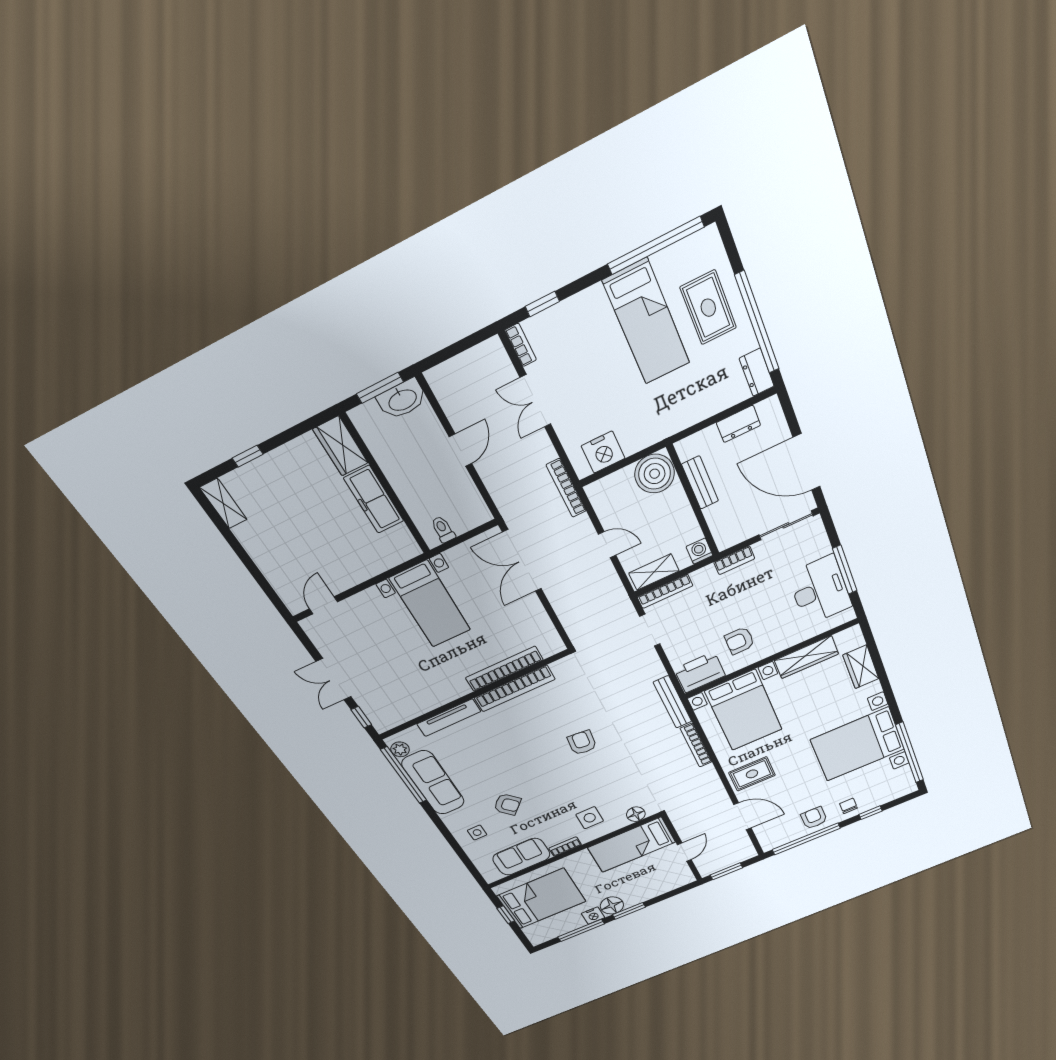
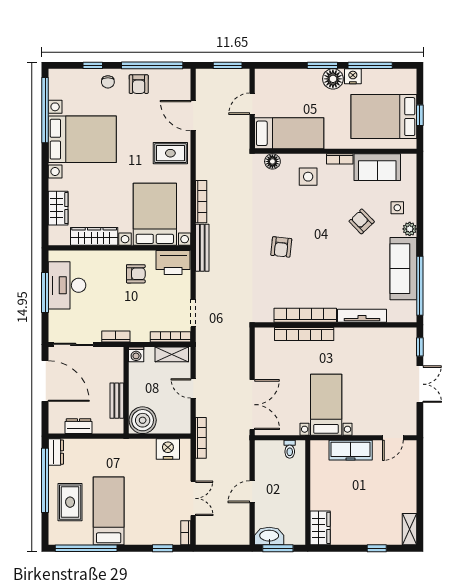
freezer: (374, 500) -> (351, 450), moved, turned 90
plant: (400, 749) -> (410, 229), moved

